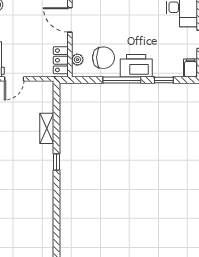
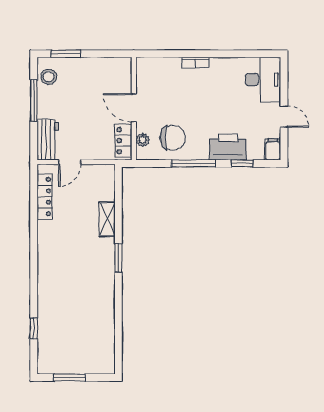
door: (70, 20) -> (134, 108), moved
printer: (136, 66) -> (228, 147), moved
window: (56, 162) -> (118, 258), width x1.50

